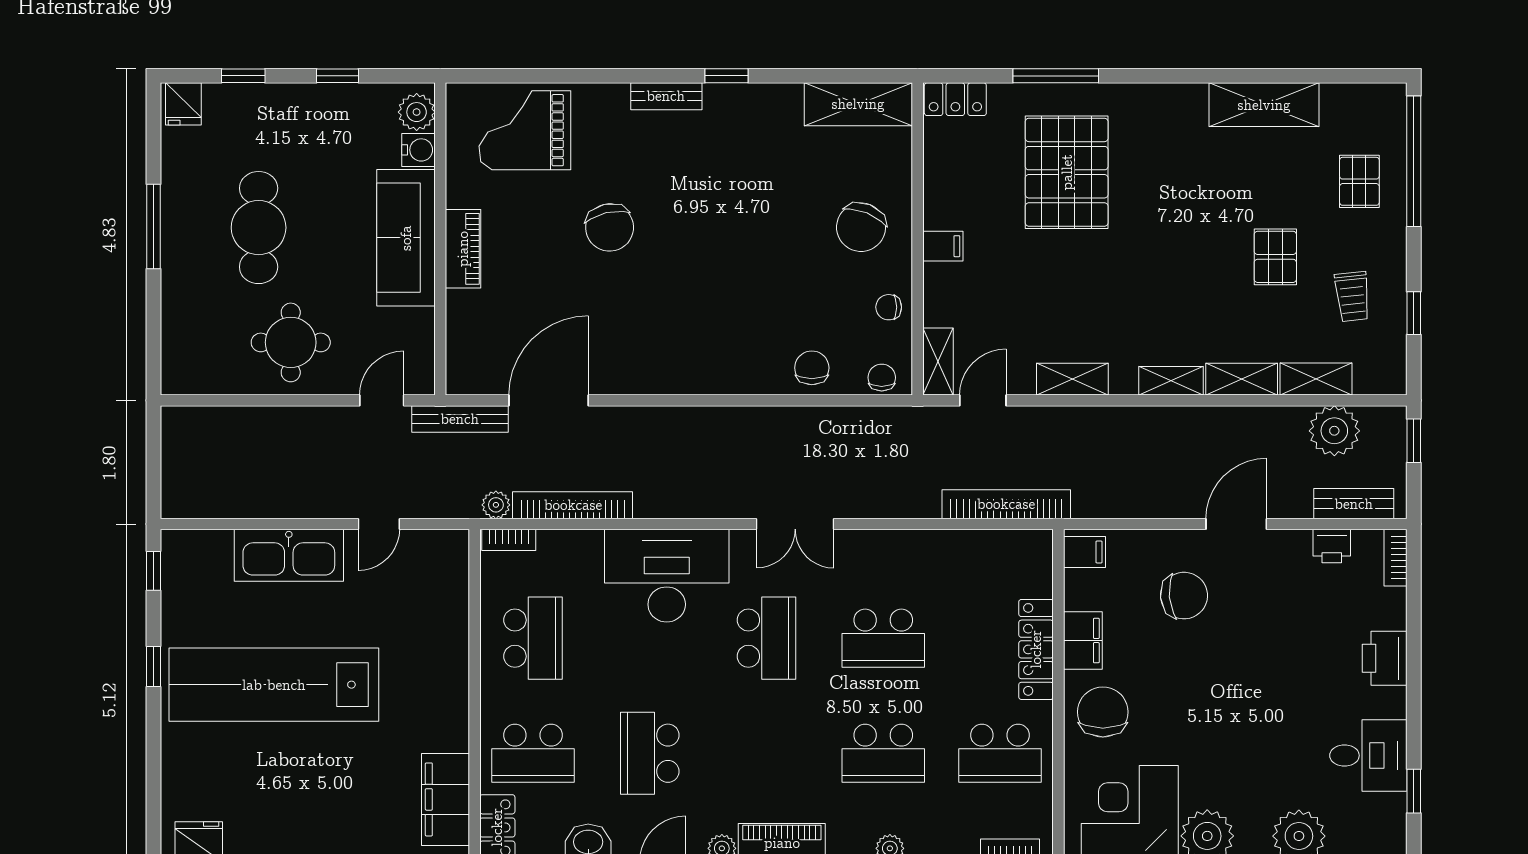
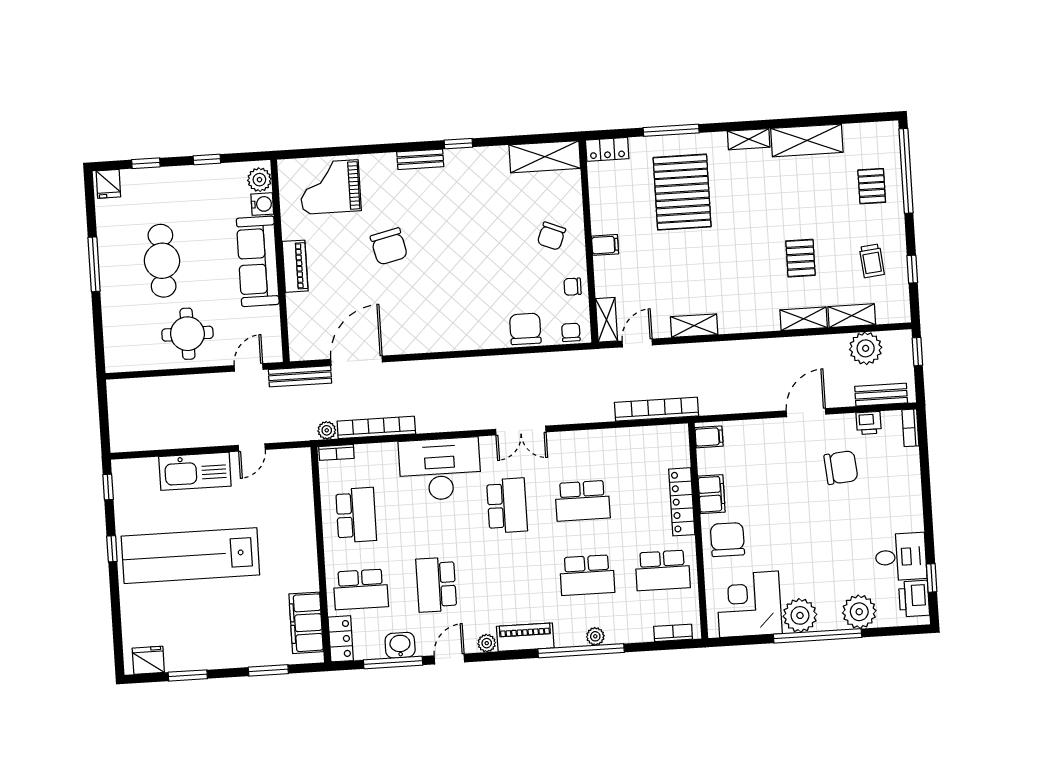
chair: (861, 227) -> (551, 236), width x0.73, depth x0.73
pallet: (1275, 257) -> (801, 258), moved
chair: (812, 368) -> (525, 329), width x1.37, depth x1.37
shelving: (1171, 381) -> (749, 139), moved
chair: (1184, 596) -> (841, 468), moved
printer: (1385, 658) -> (914, 599), moved

